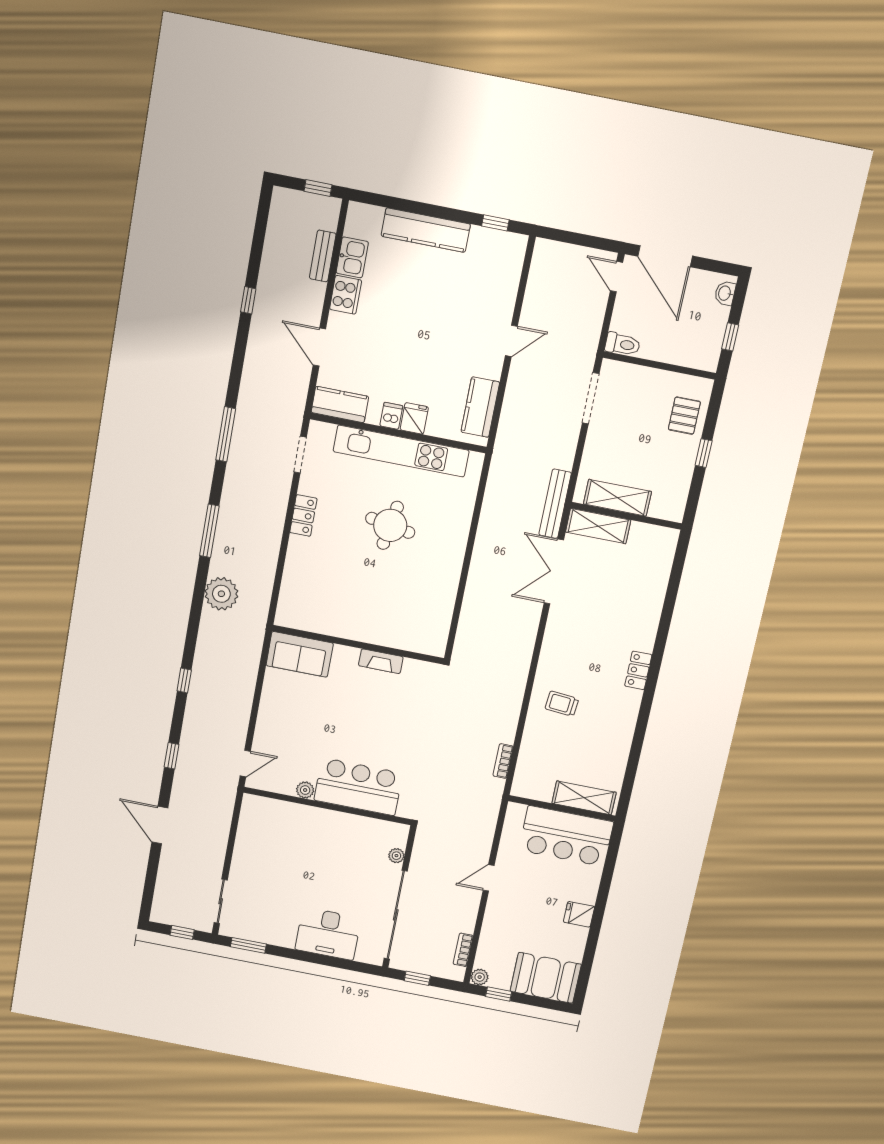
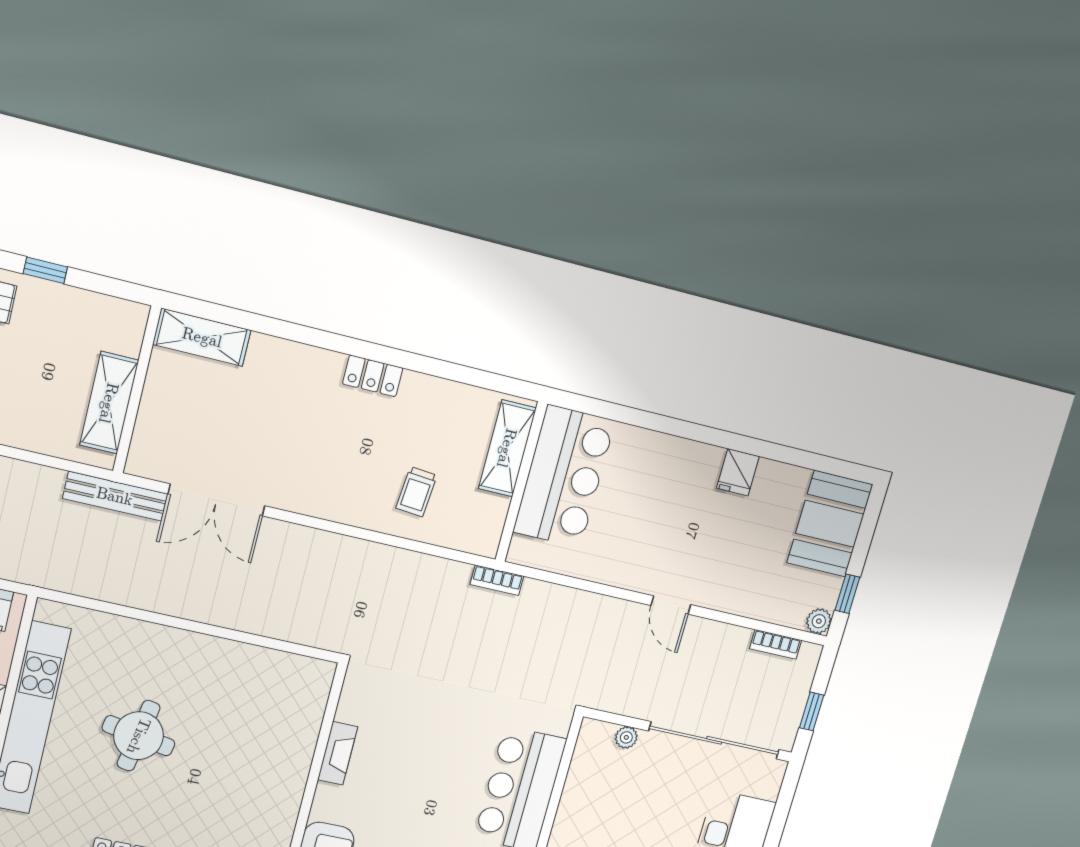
shelving: (598, 526) -> (202, 337), moved, turned 90
shelving: (584, 798) -> (507, 448), moved
wall: (562, 808) -> (521, 482), moved
bar counter: (566, 836) -> (564, 476), moved

